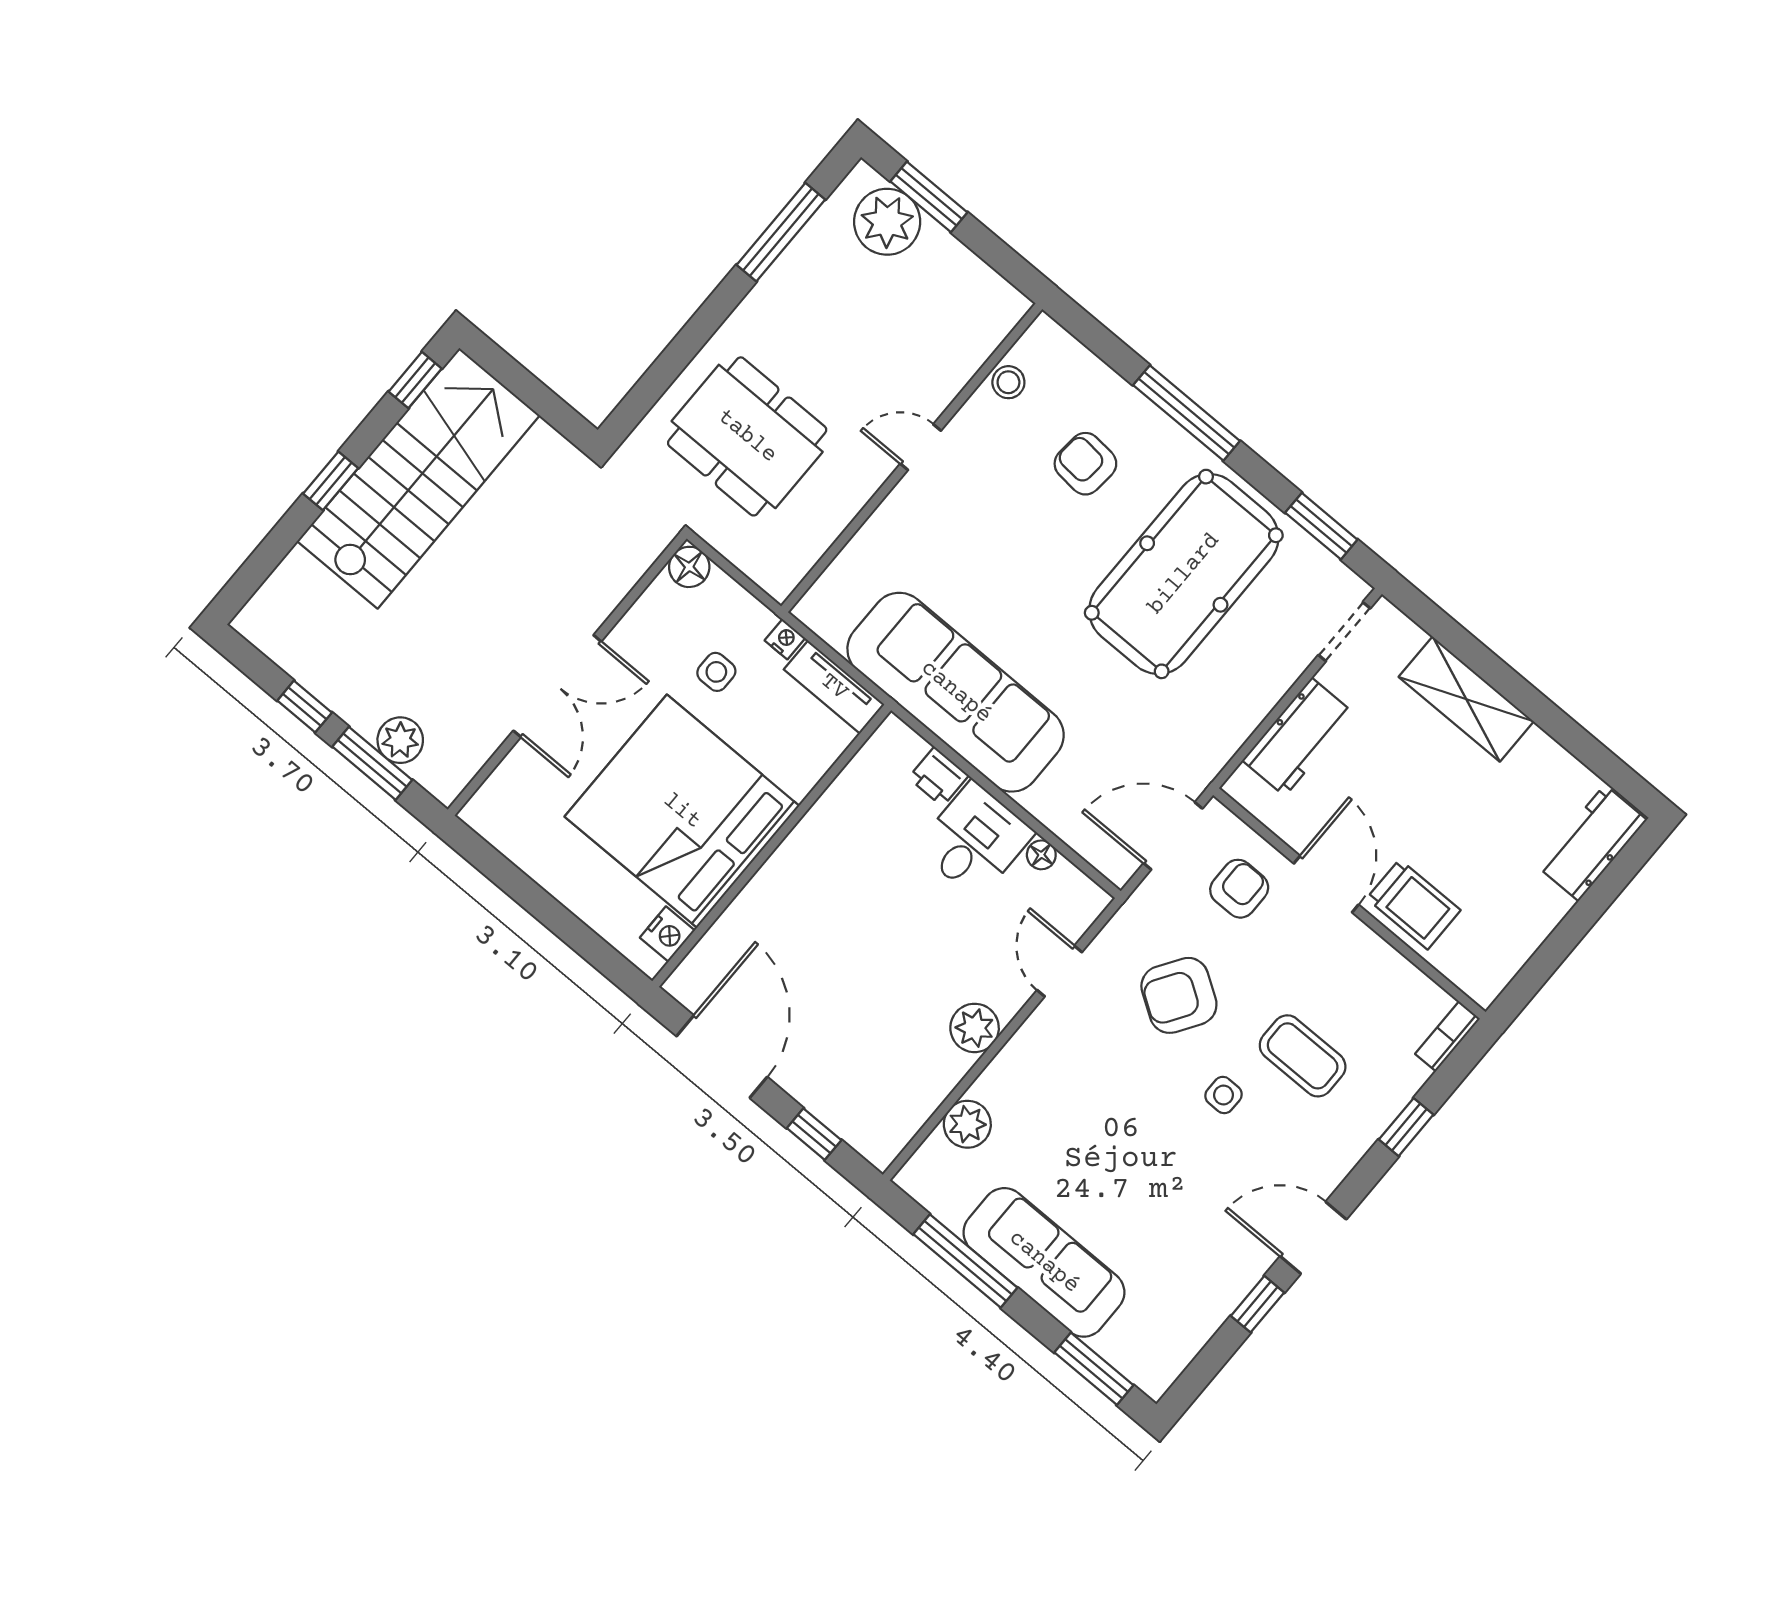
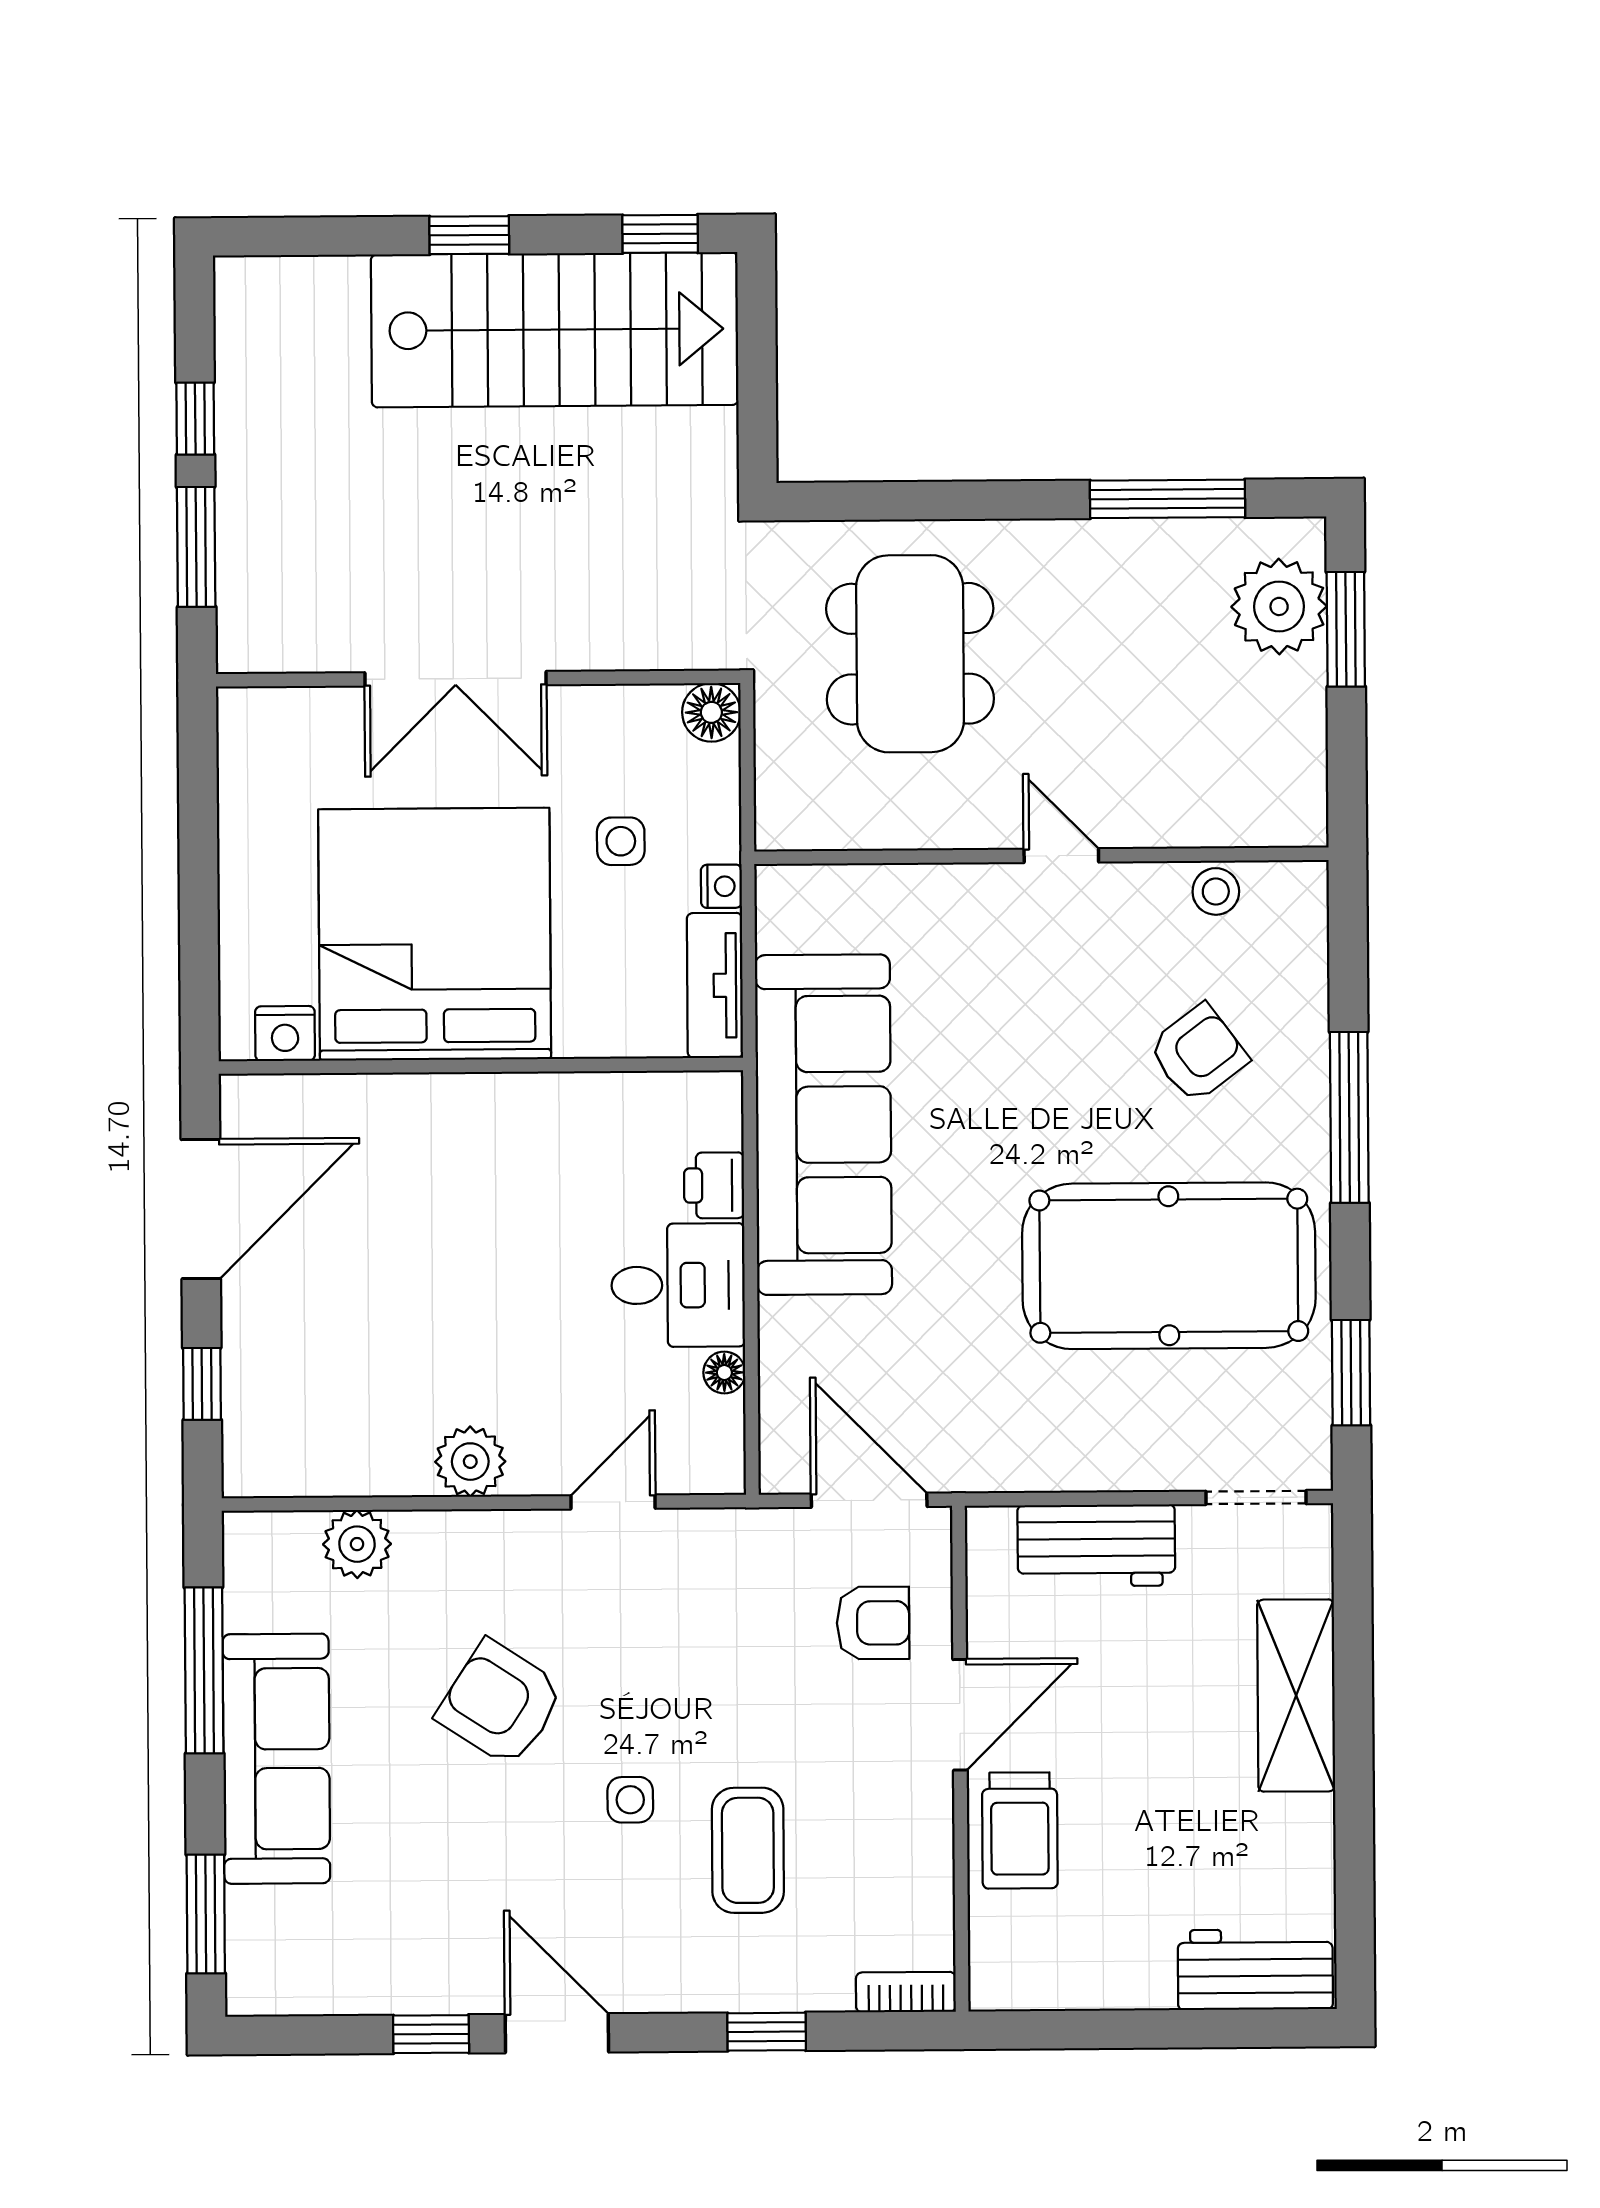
armchair: (1085, 464) -> (1198, 1053), turned 48
plant: (400, 740) -> (248, 556), removed
armchair: (1179, 995) -> (500, 1703), moved

